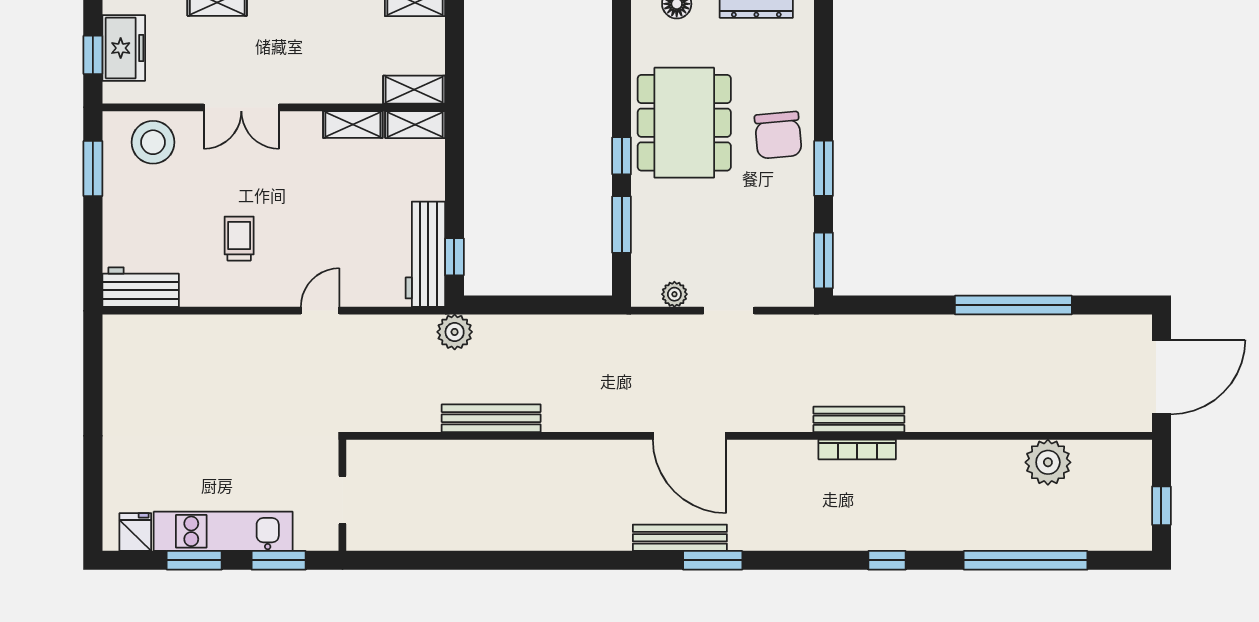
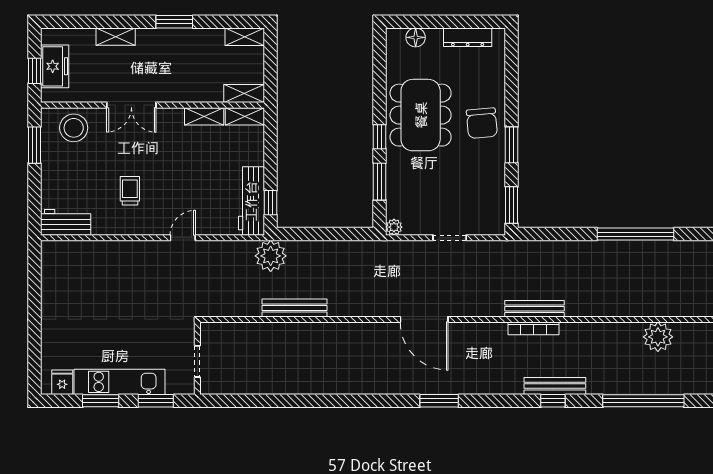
plant: (674, 294) -> (394, 227), moved
plant: (455, 332) -> (271, 256), width x1.36, depth x1.36
bench: (680, 538) -> (555, 386), moved

